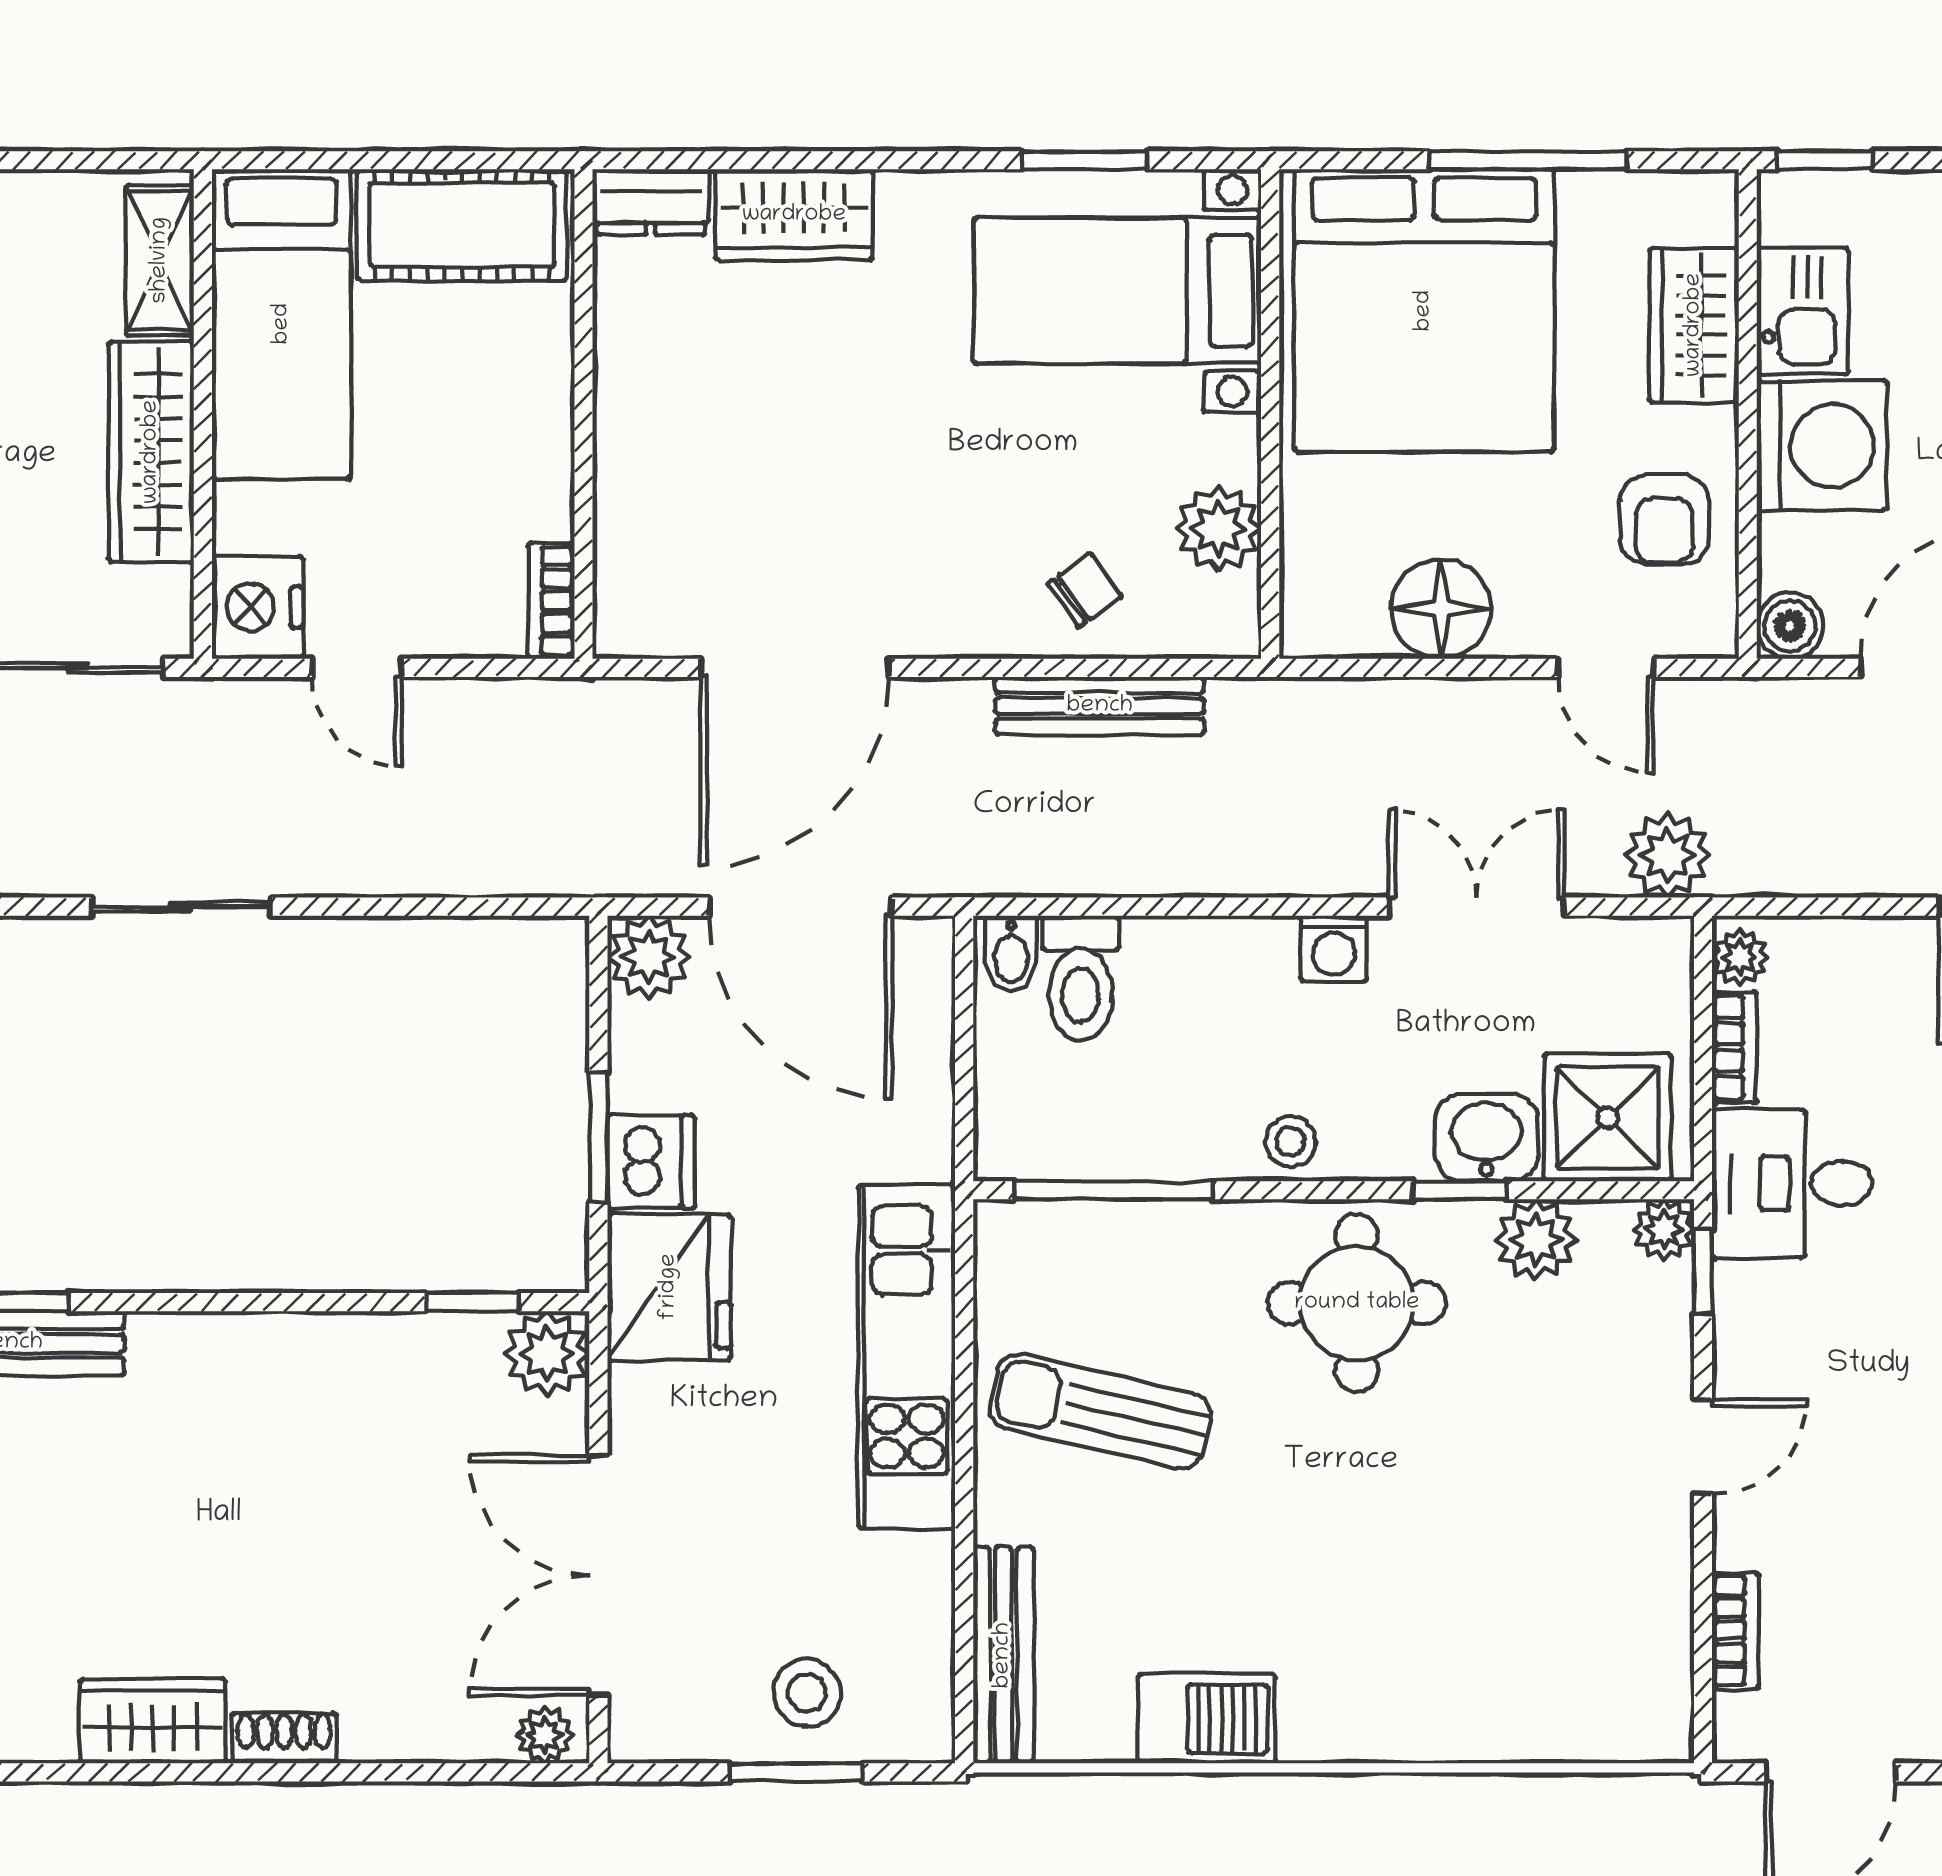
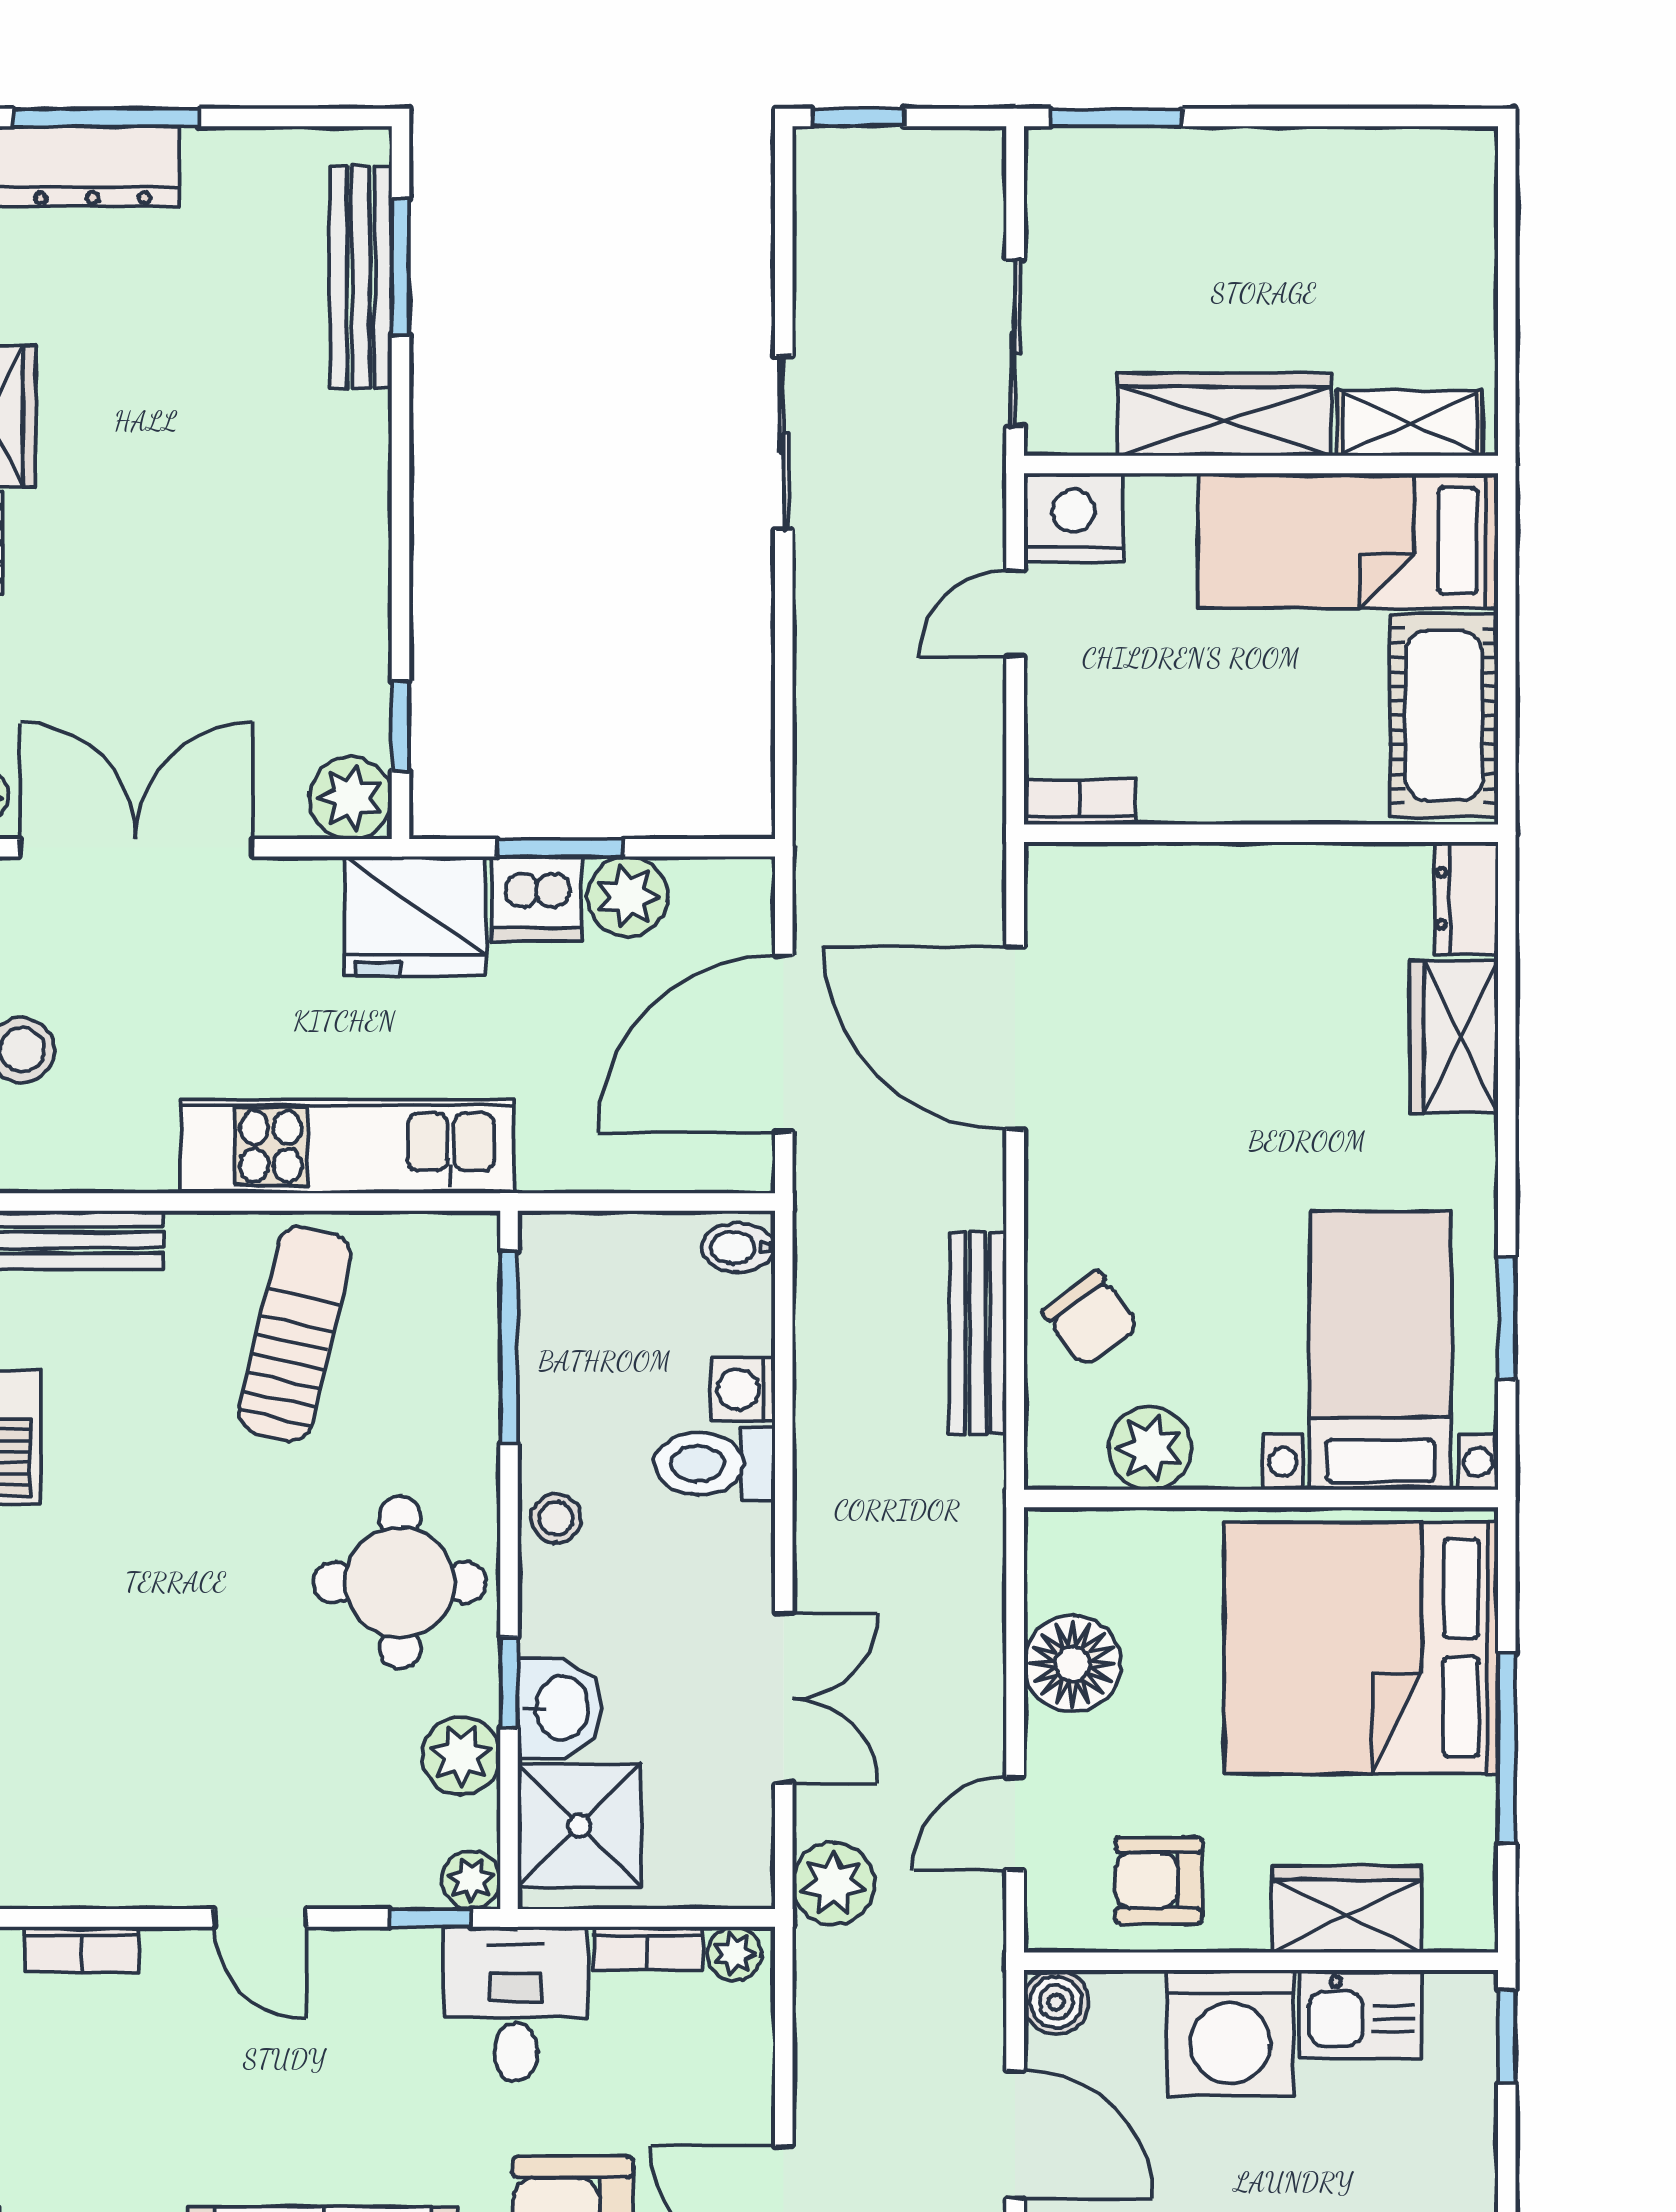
chair: (1085, 590) -> (1090, 1319), width x1.37, depth x1.37
washing machine: (1334, 949) -> (743, 1389), moved
plant: (649, 957) -> (628, 897), moved
toilet: (1081, 978) -> (715, 1464), moved

